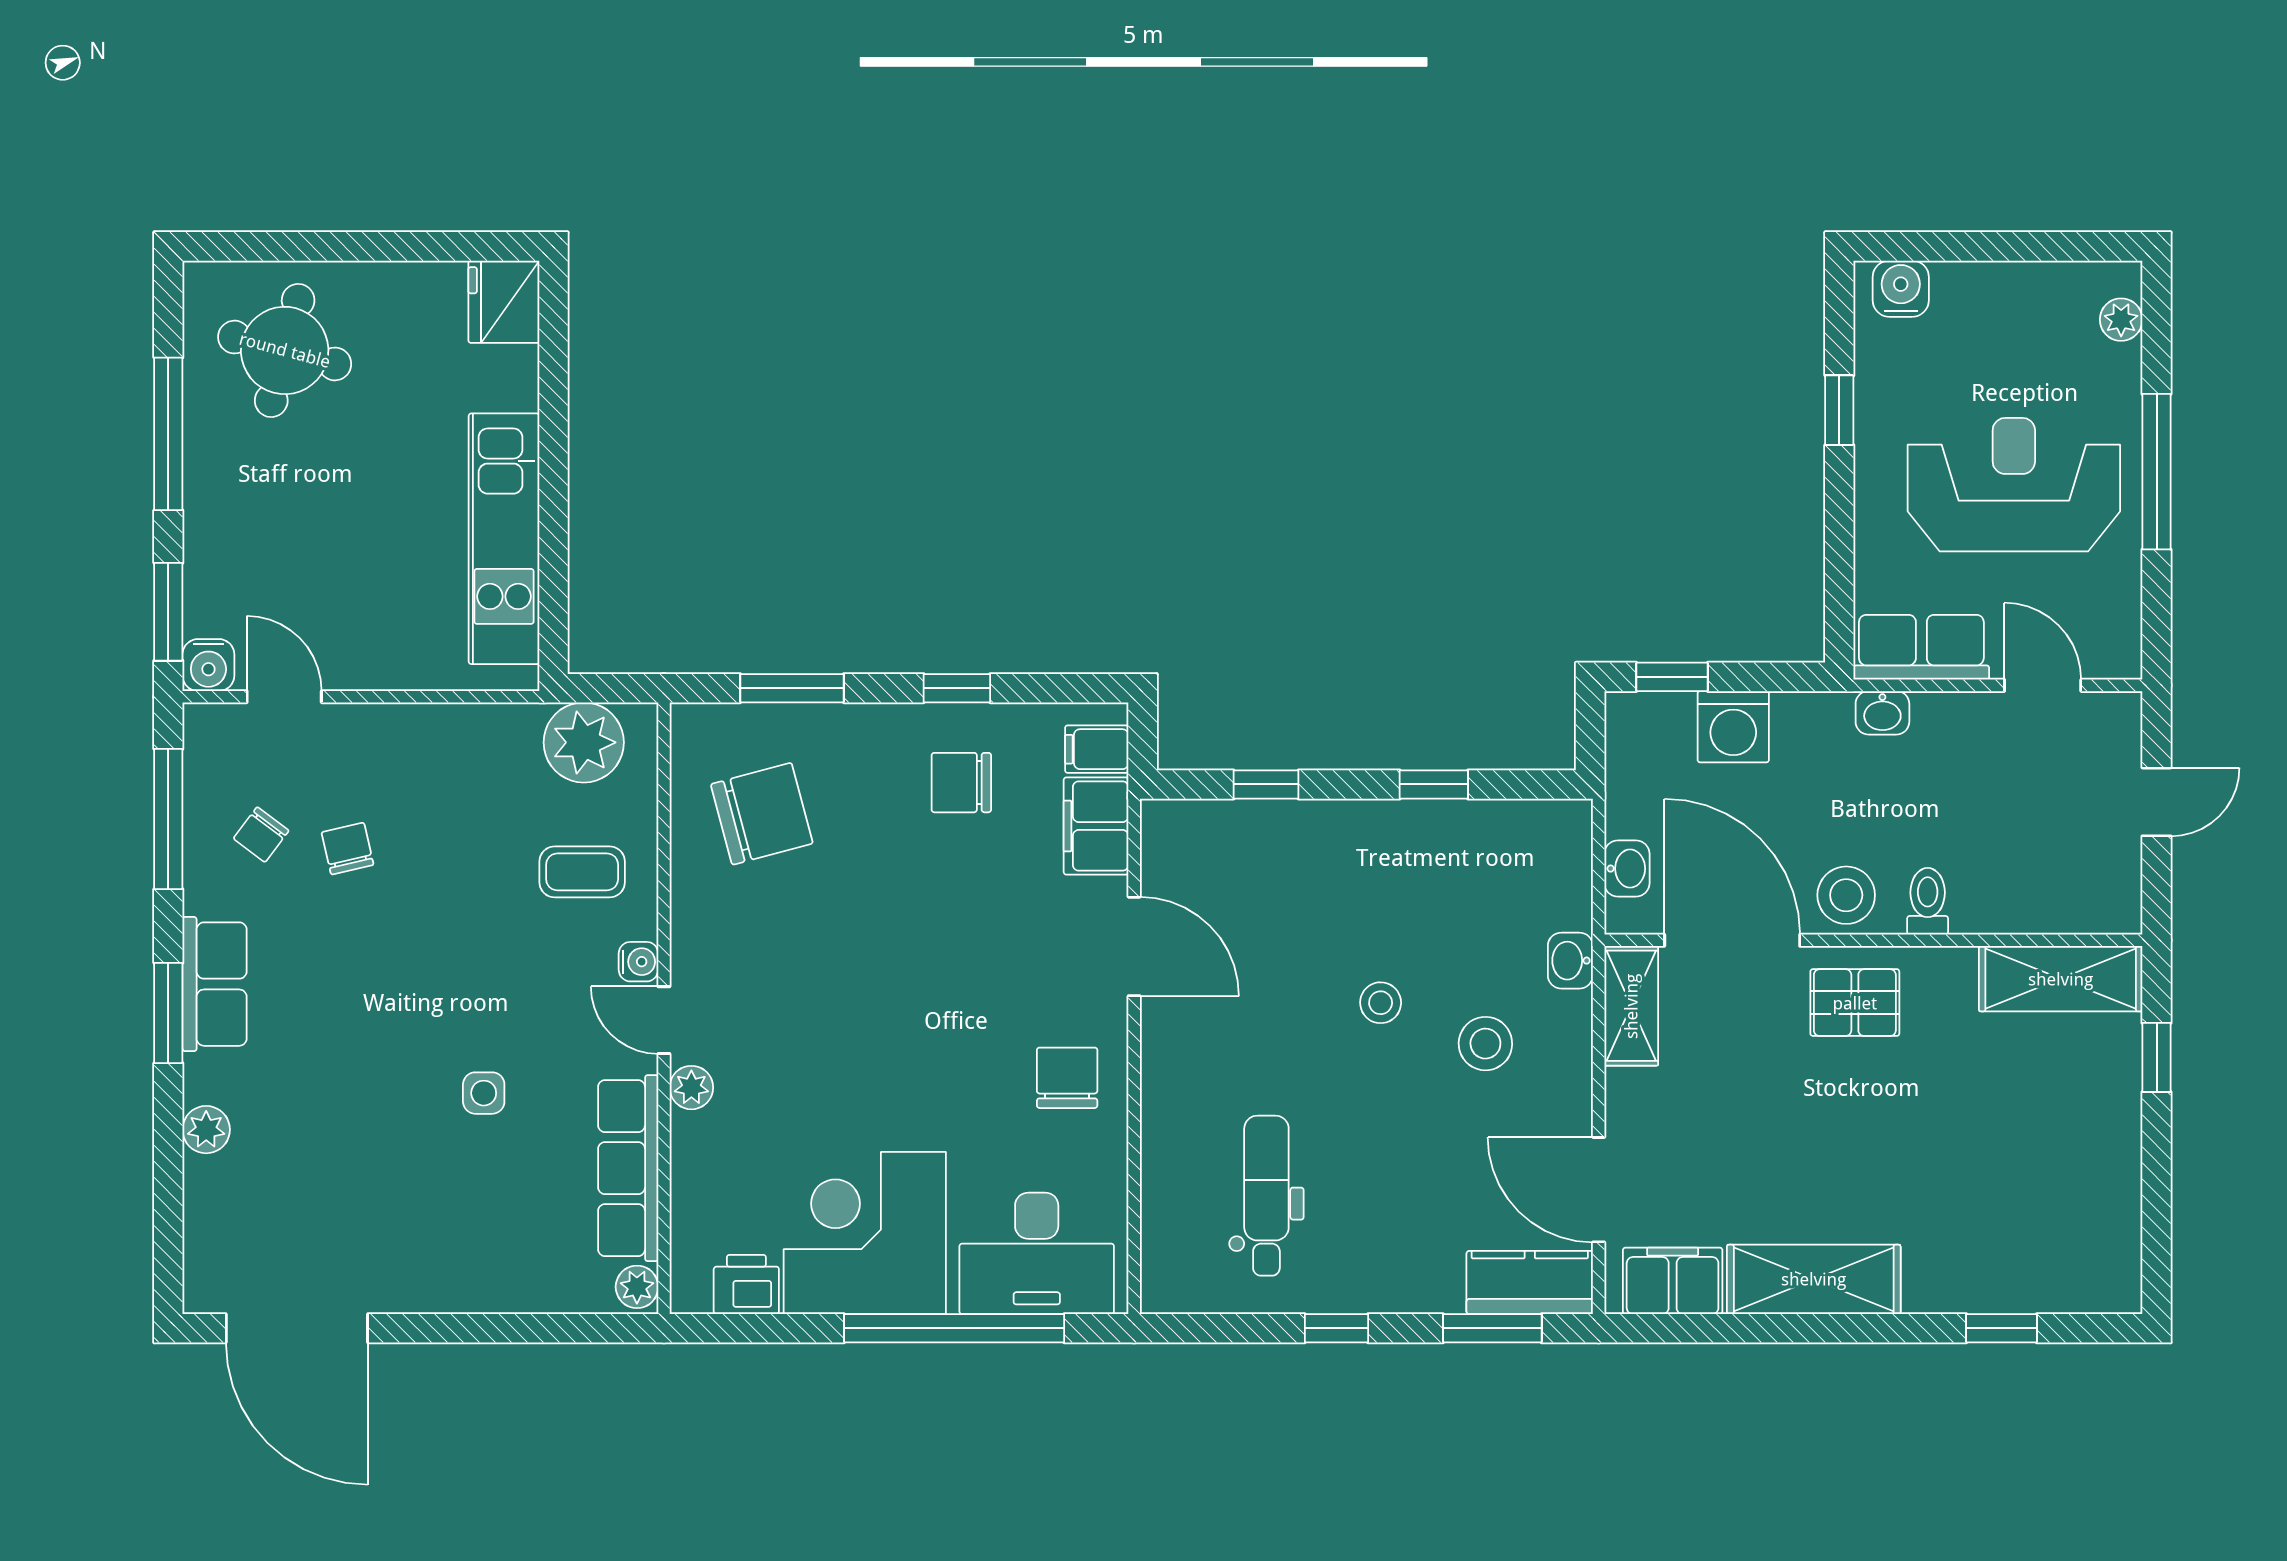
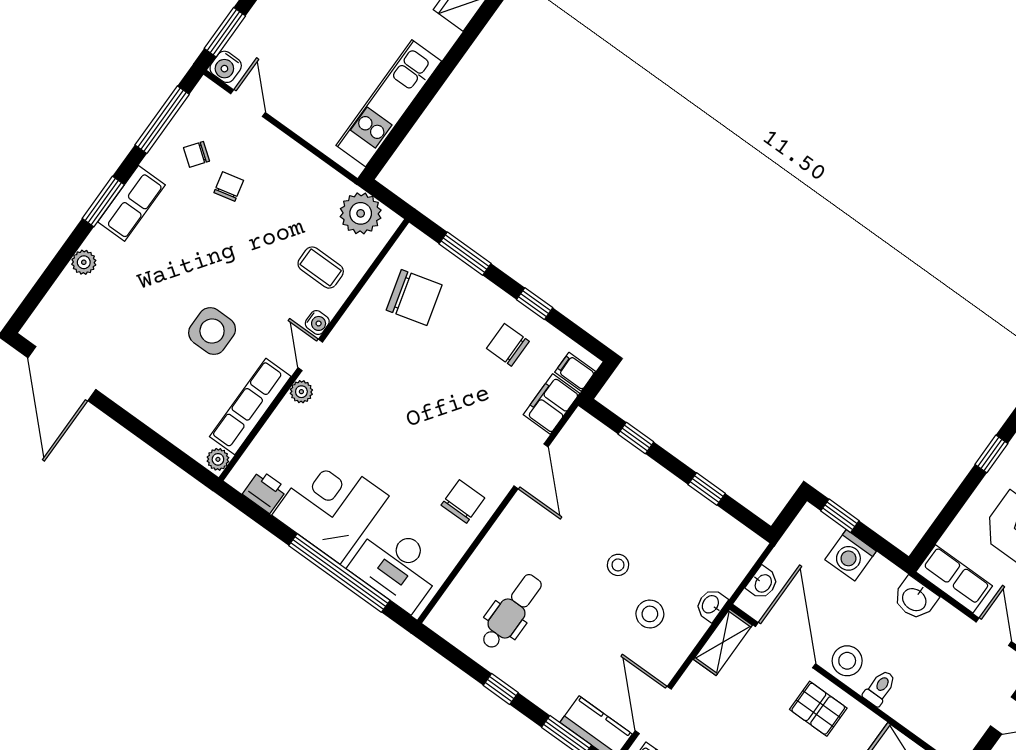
washbasin: (1882, 713) -> (915, 599), width x1.38, depth x1.45
side table: (484, 1093) -> (212, 331), width x1.87, depth x1.87

